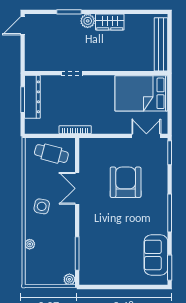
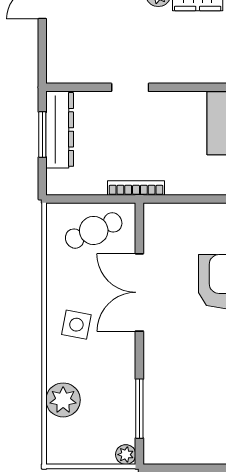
cafe table: (51, 154) -> (94, 230), turned -38
double door: (77, 188) -> (139, 292), width x1.37
plant: (30, 244) -> (63, 400), width x1.88, depth x1.88

